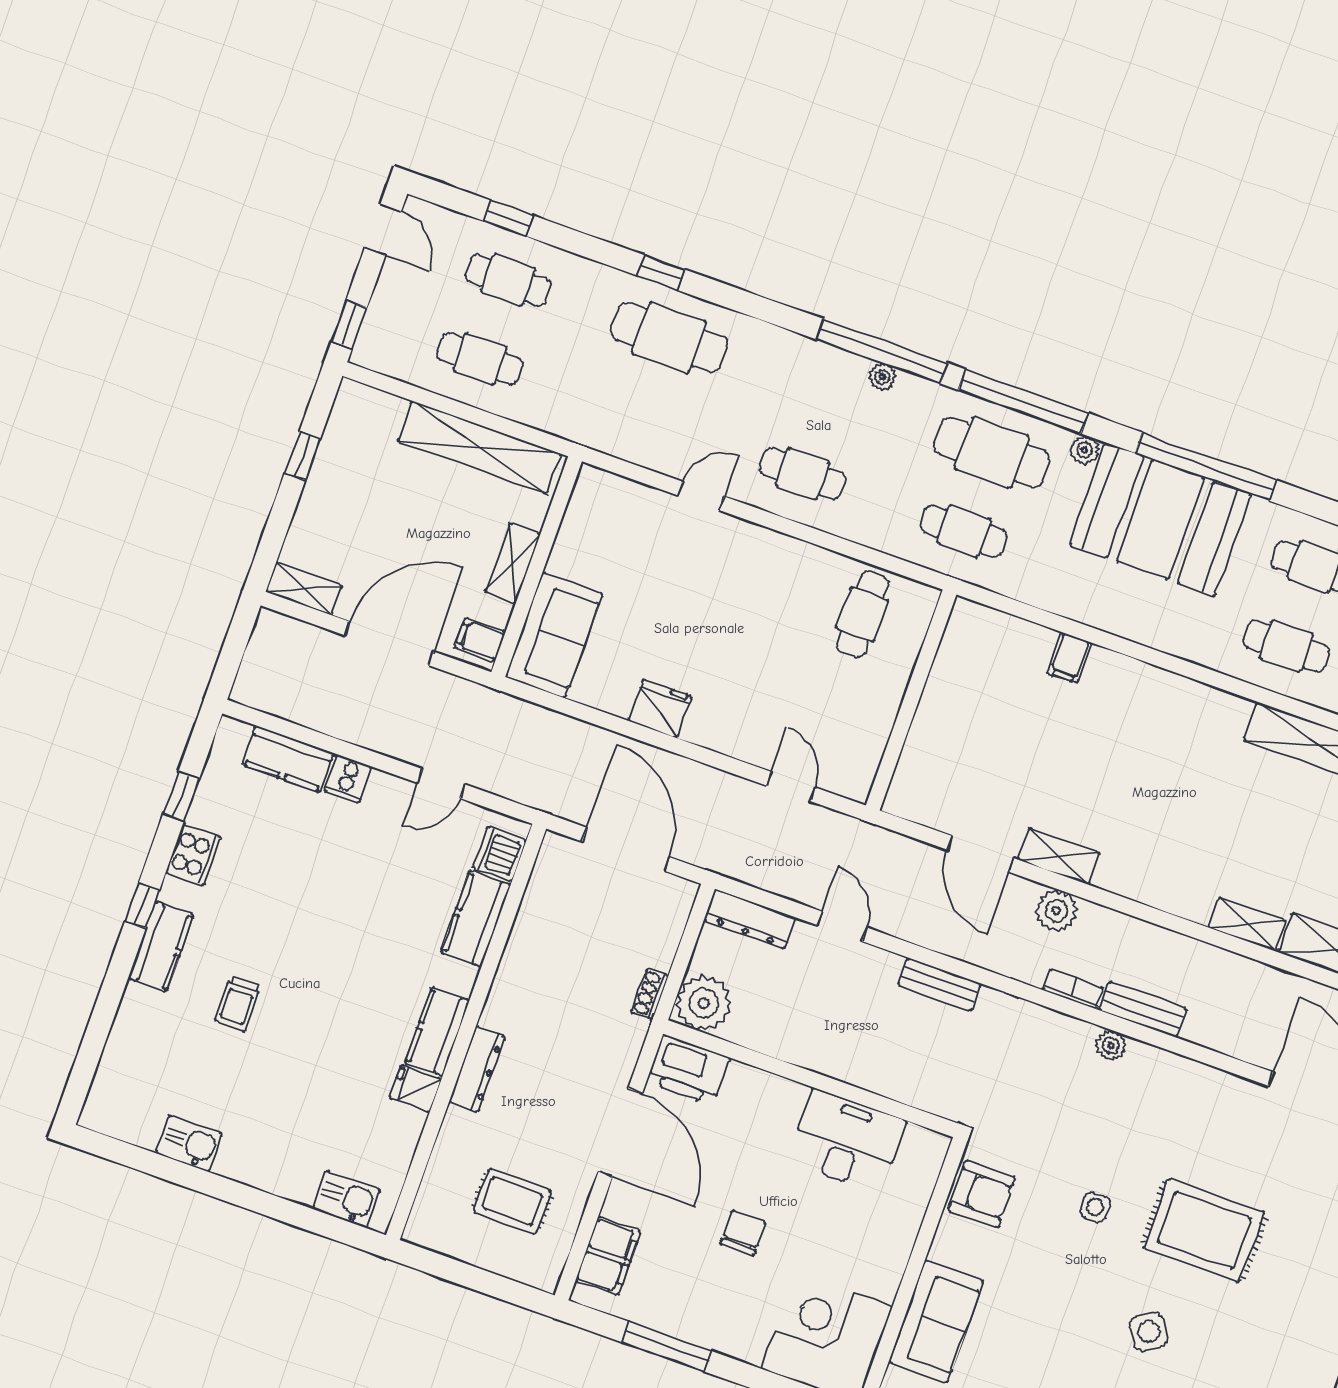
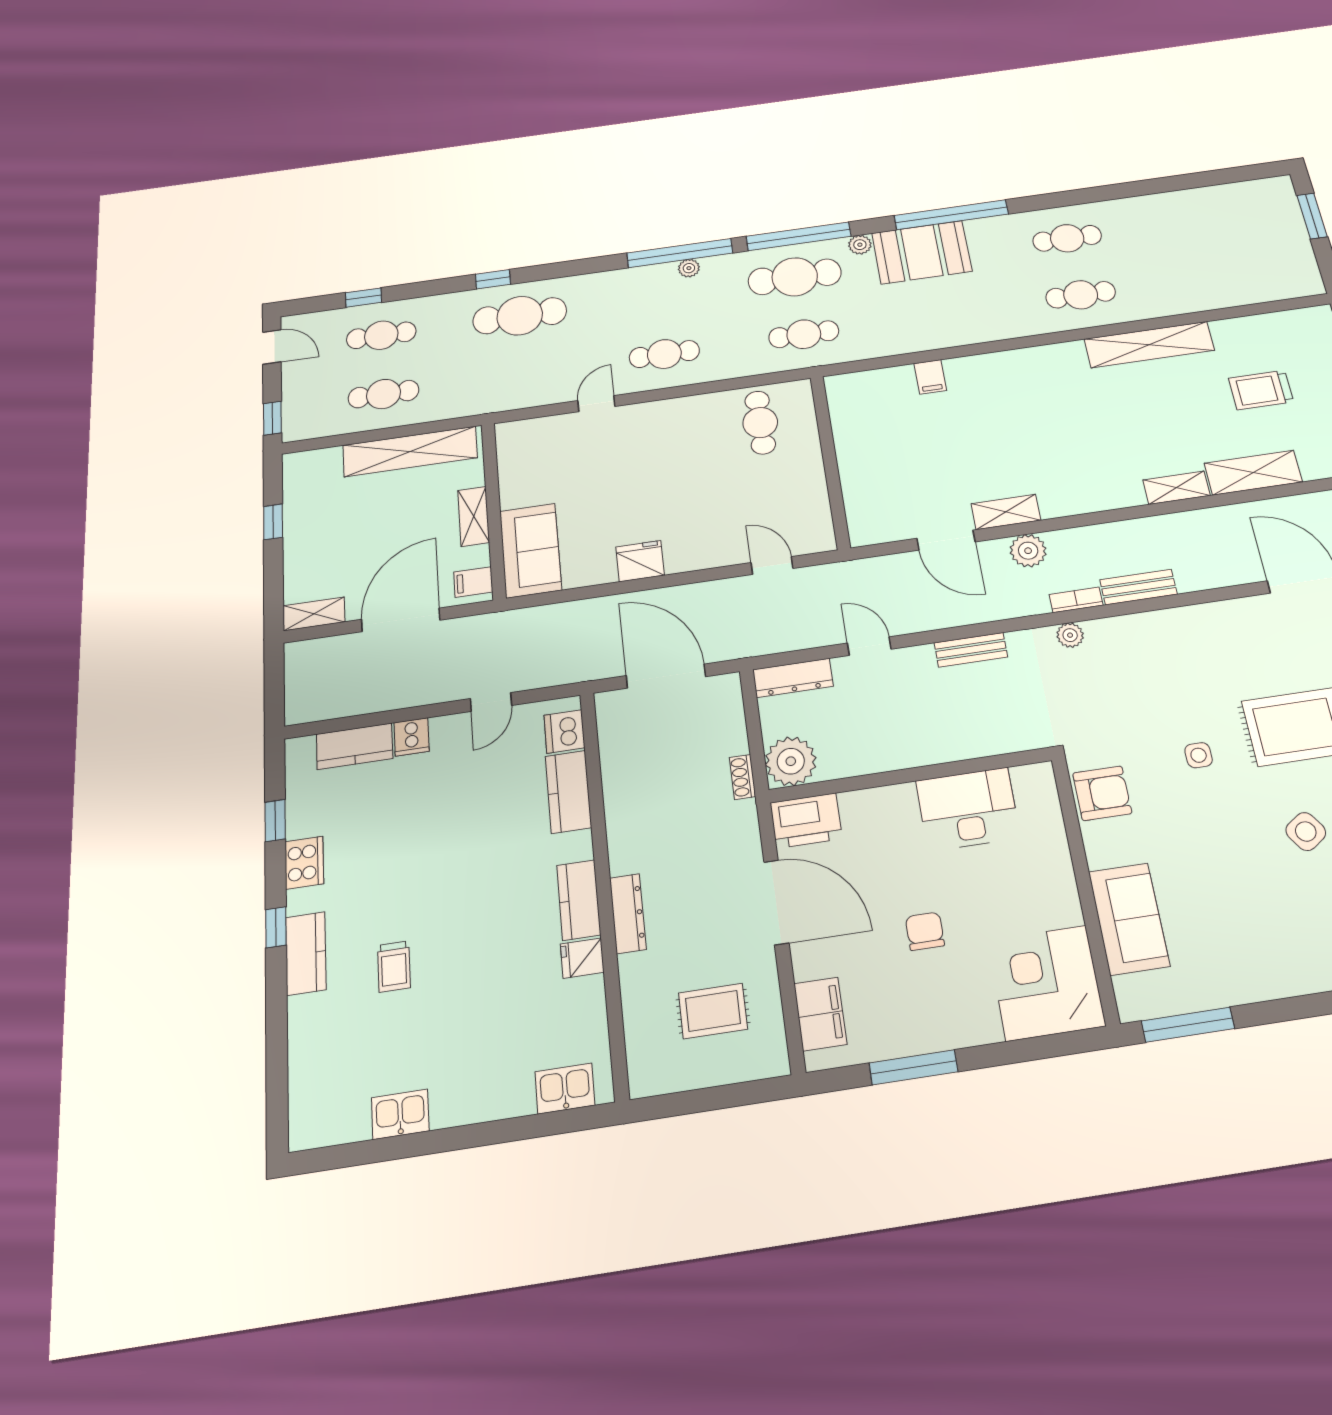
booth: (1160, 519) -> (922, 252), width x0.73, depth x0.70
plant: (1111, 1045) -> (1070, 635), moved

